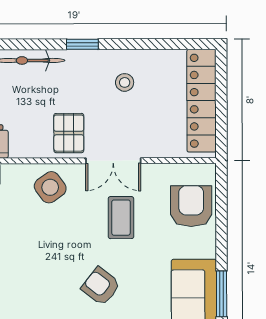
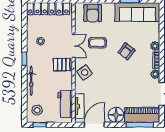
armchair: (191, 206) -> (93, 13), turned -90

